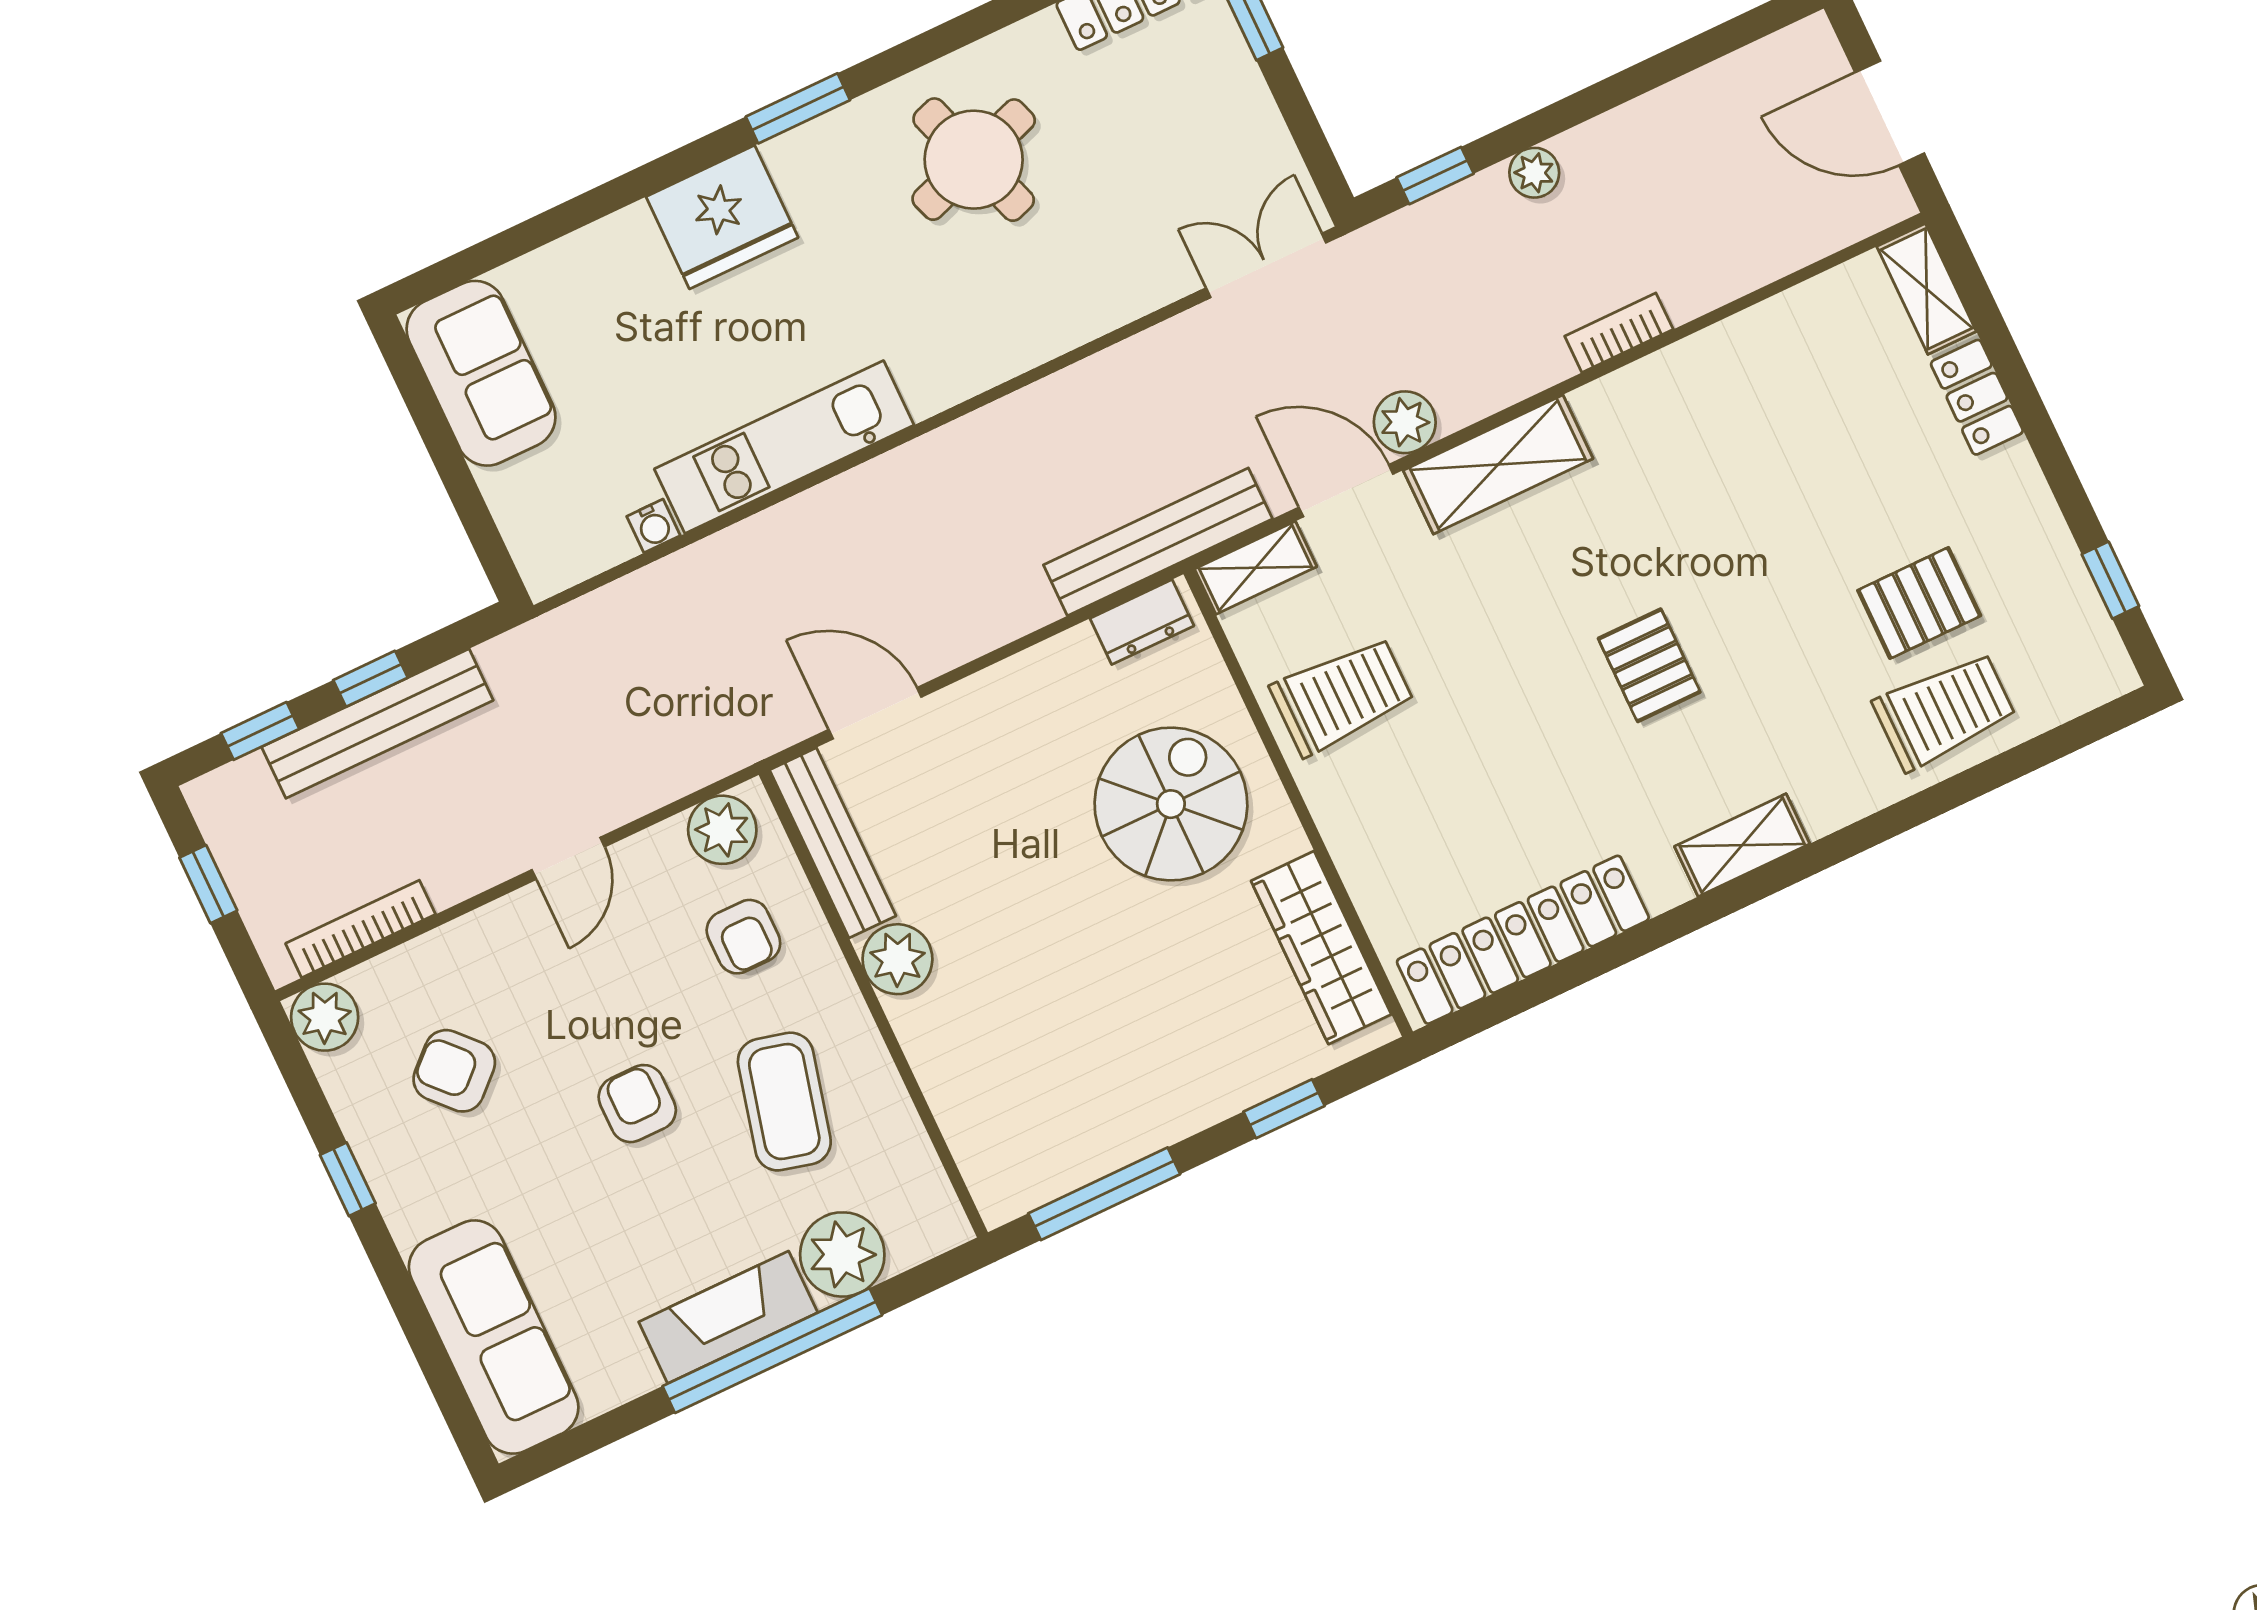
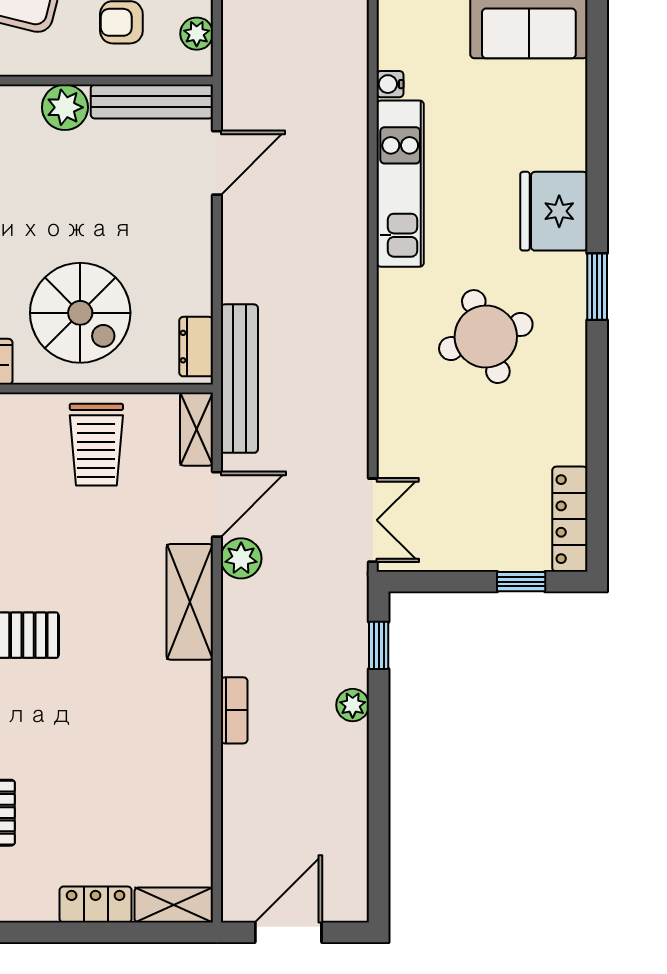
round table: (974, 160) -> (486, 337), moved
plant: (722, 830) -> (197, 34), width x0.73, depth x0.73

